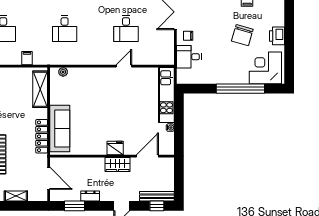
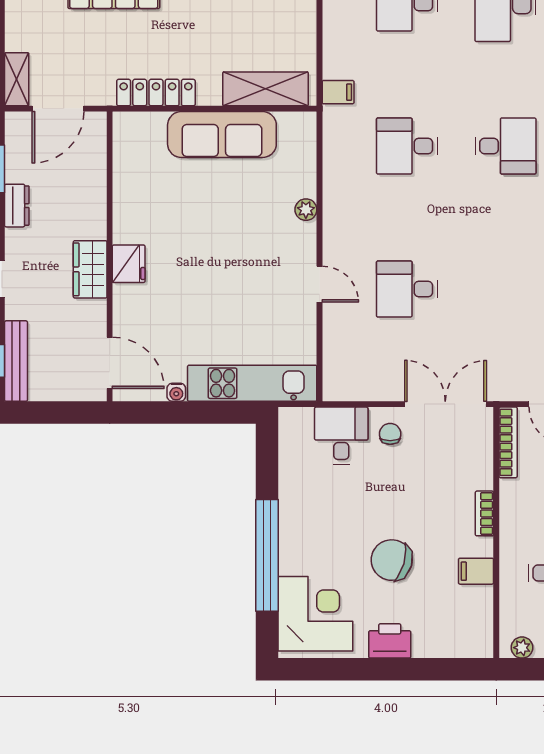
filing cabinet: (27, 58) -> (338, 92), moved
plant: (63, 72) -> (306, 210), moved
sofa: (60, 129) -> (222, 135), moved
door: (147, 156) -> (110, 363), moved
shelving: (16, 196) -> (17, 79), moved

